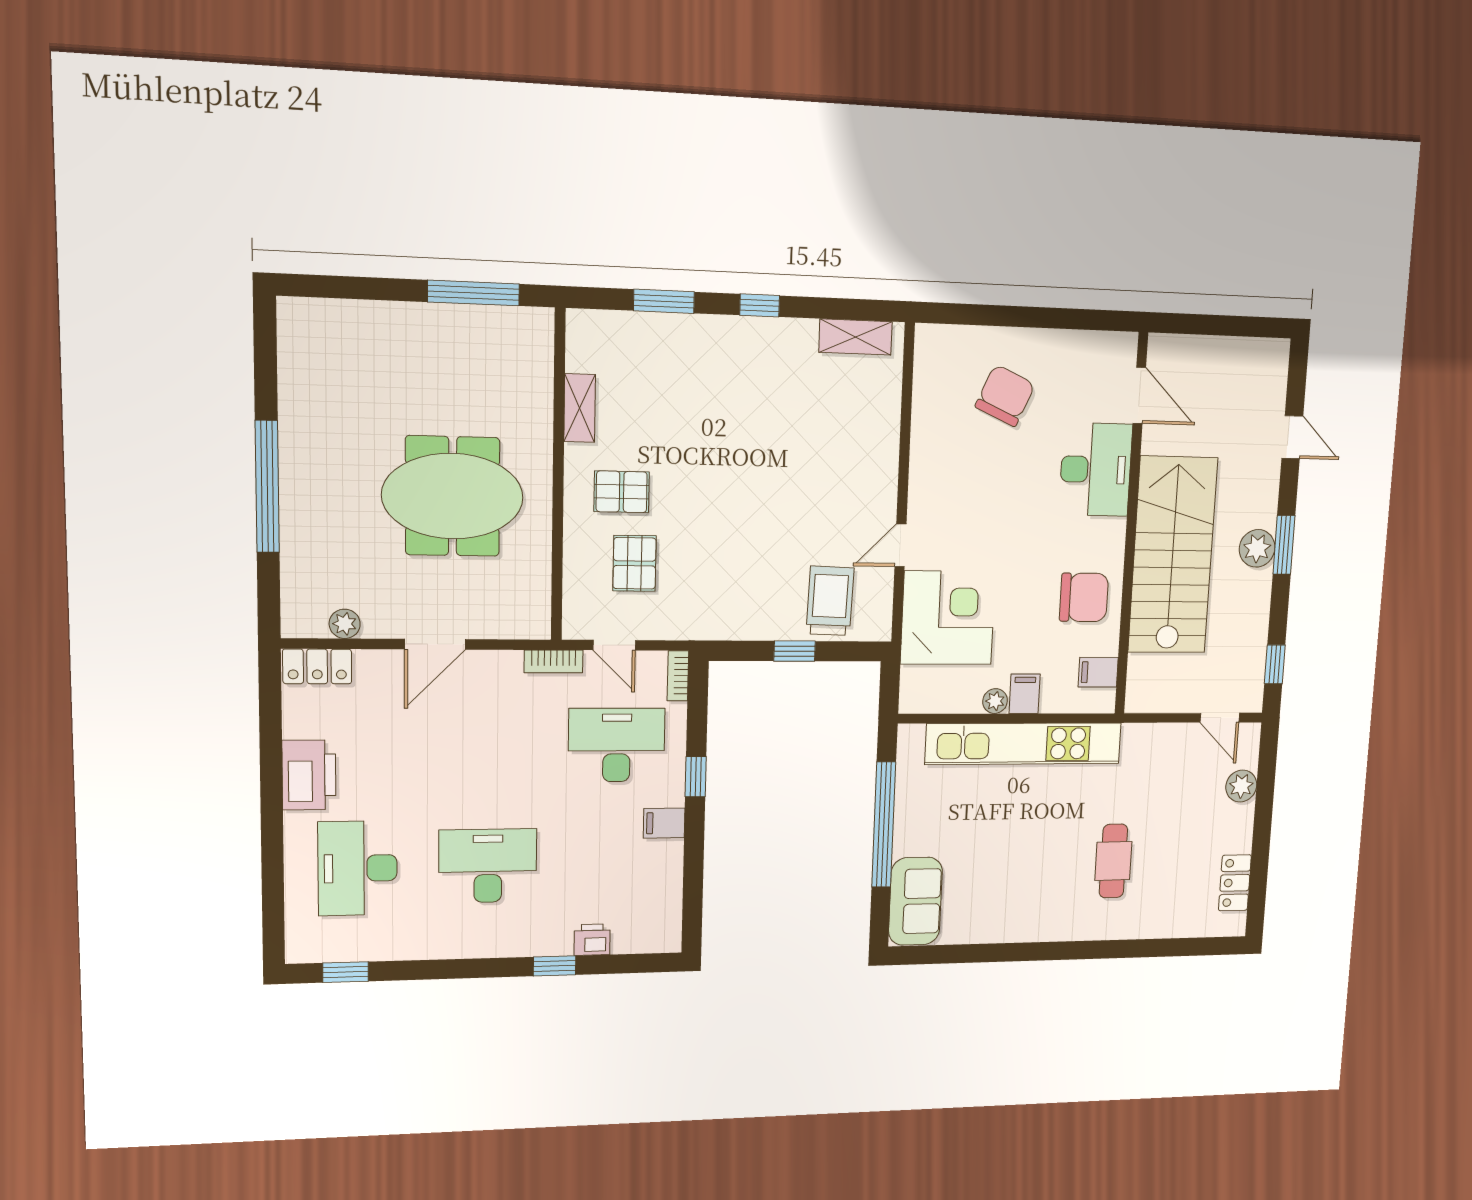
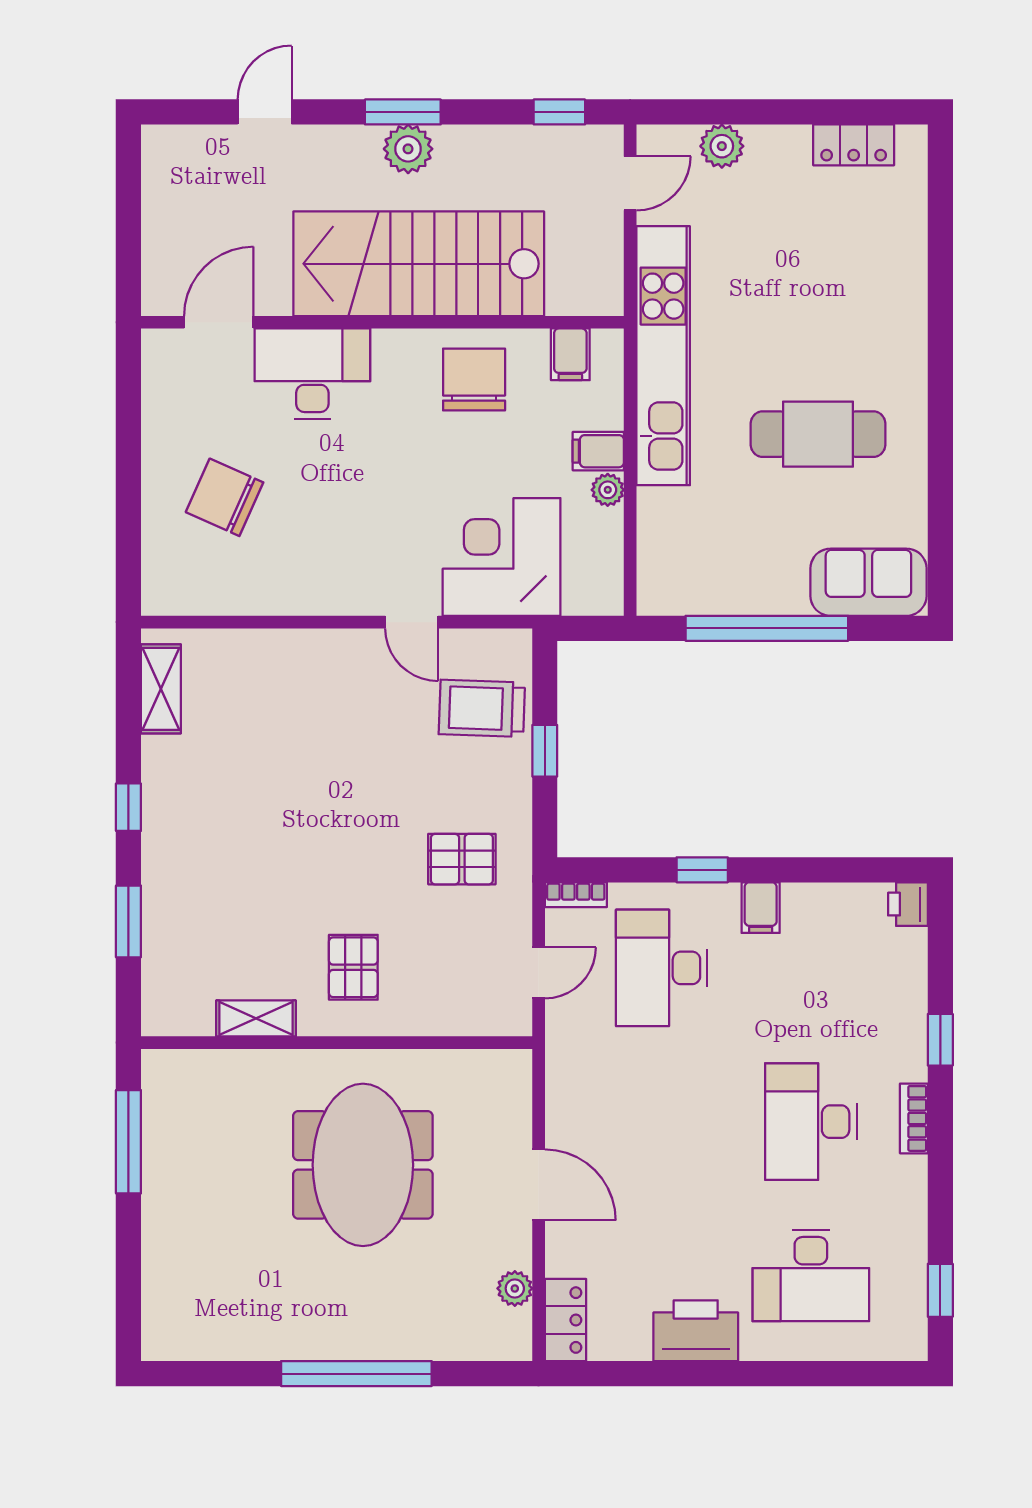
pallet: (635, 563) -> (462, 859), moved
bookcase: (554, 661) -> (914, 1118), moved, turned 180
kitchen unit: (1024, 744) -> (663, 356), moved
cafe table: (1113, 861) -> (818, 434), moved, width x1.37, depth x1.35
printer: (592, 940) -> (908, 904), moved

